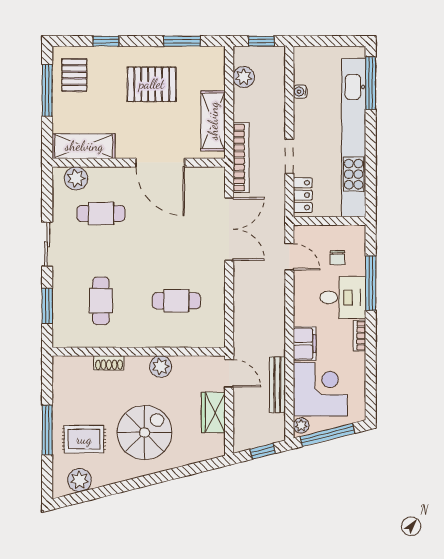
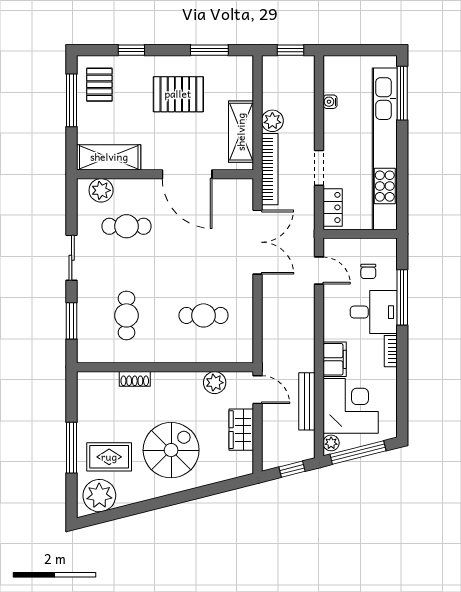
plant: (244, 77) -> (272, 121), moved
plant: (161, 366) -> (215, 383), moved
plant: (79, 480) -> (99, 496), width x1.36, depth x1.36

